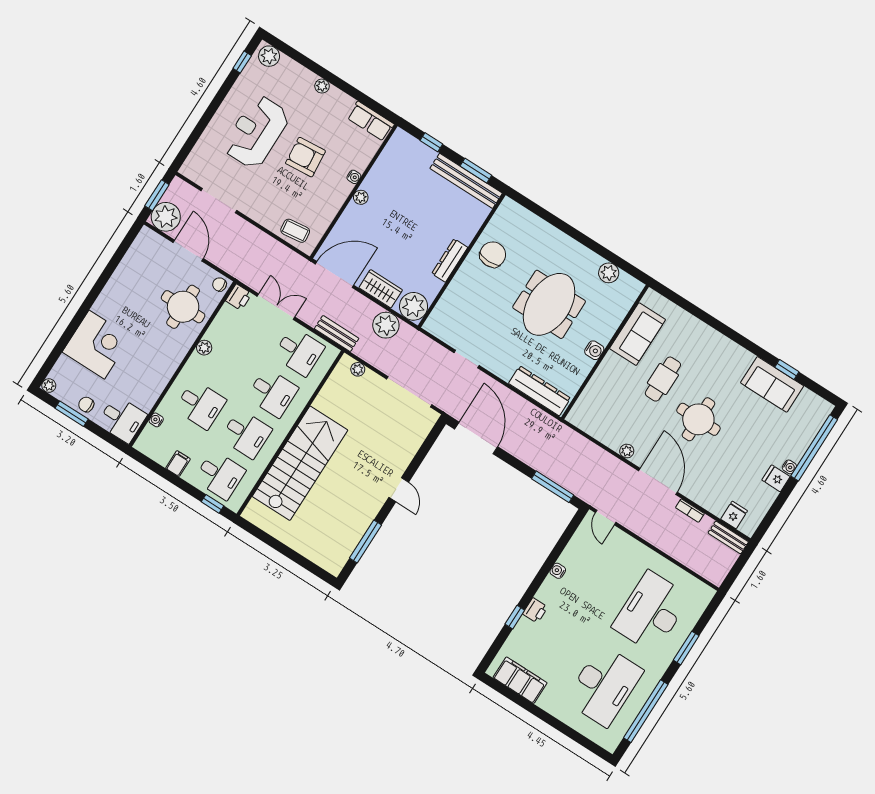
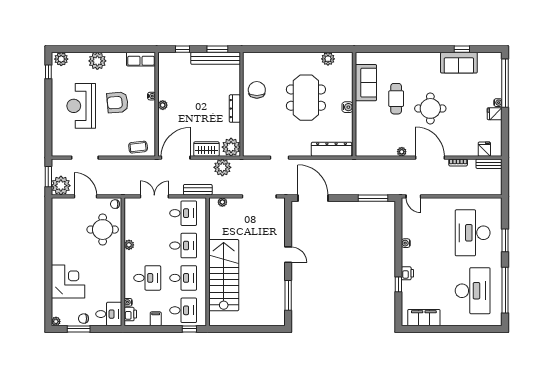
plant: (322, 86) -> (97, 61), width x1.88, depth x1.88
printer: (239, 297) -> (130, 314), moved

